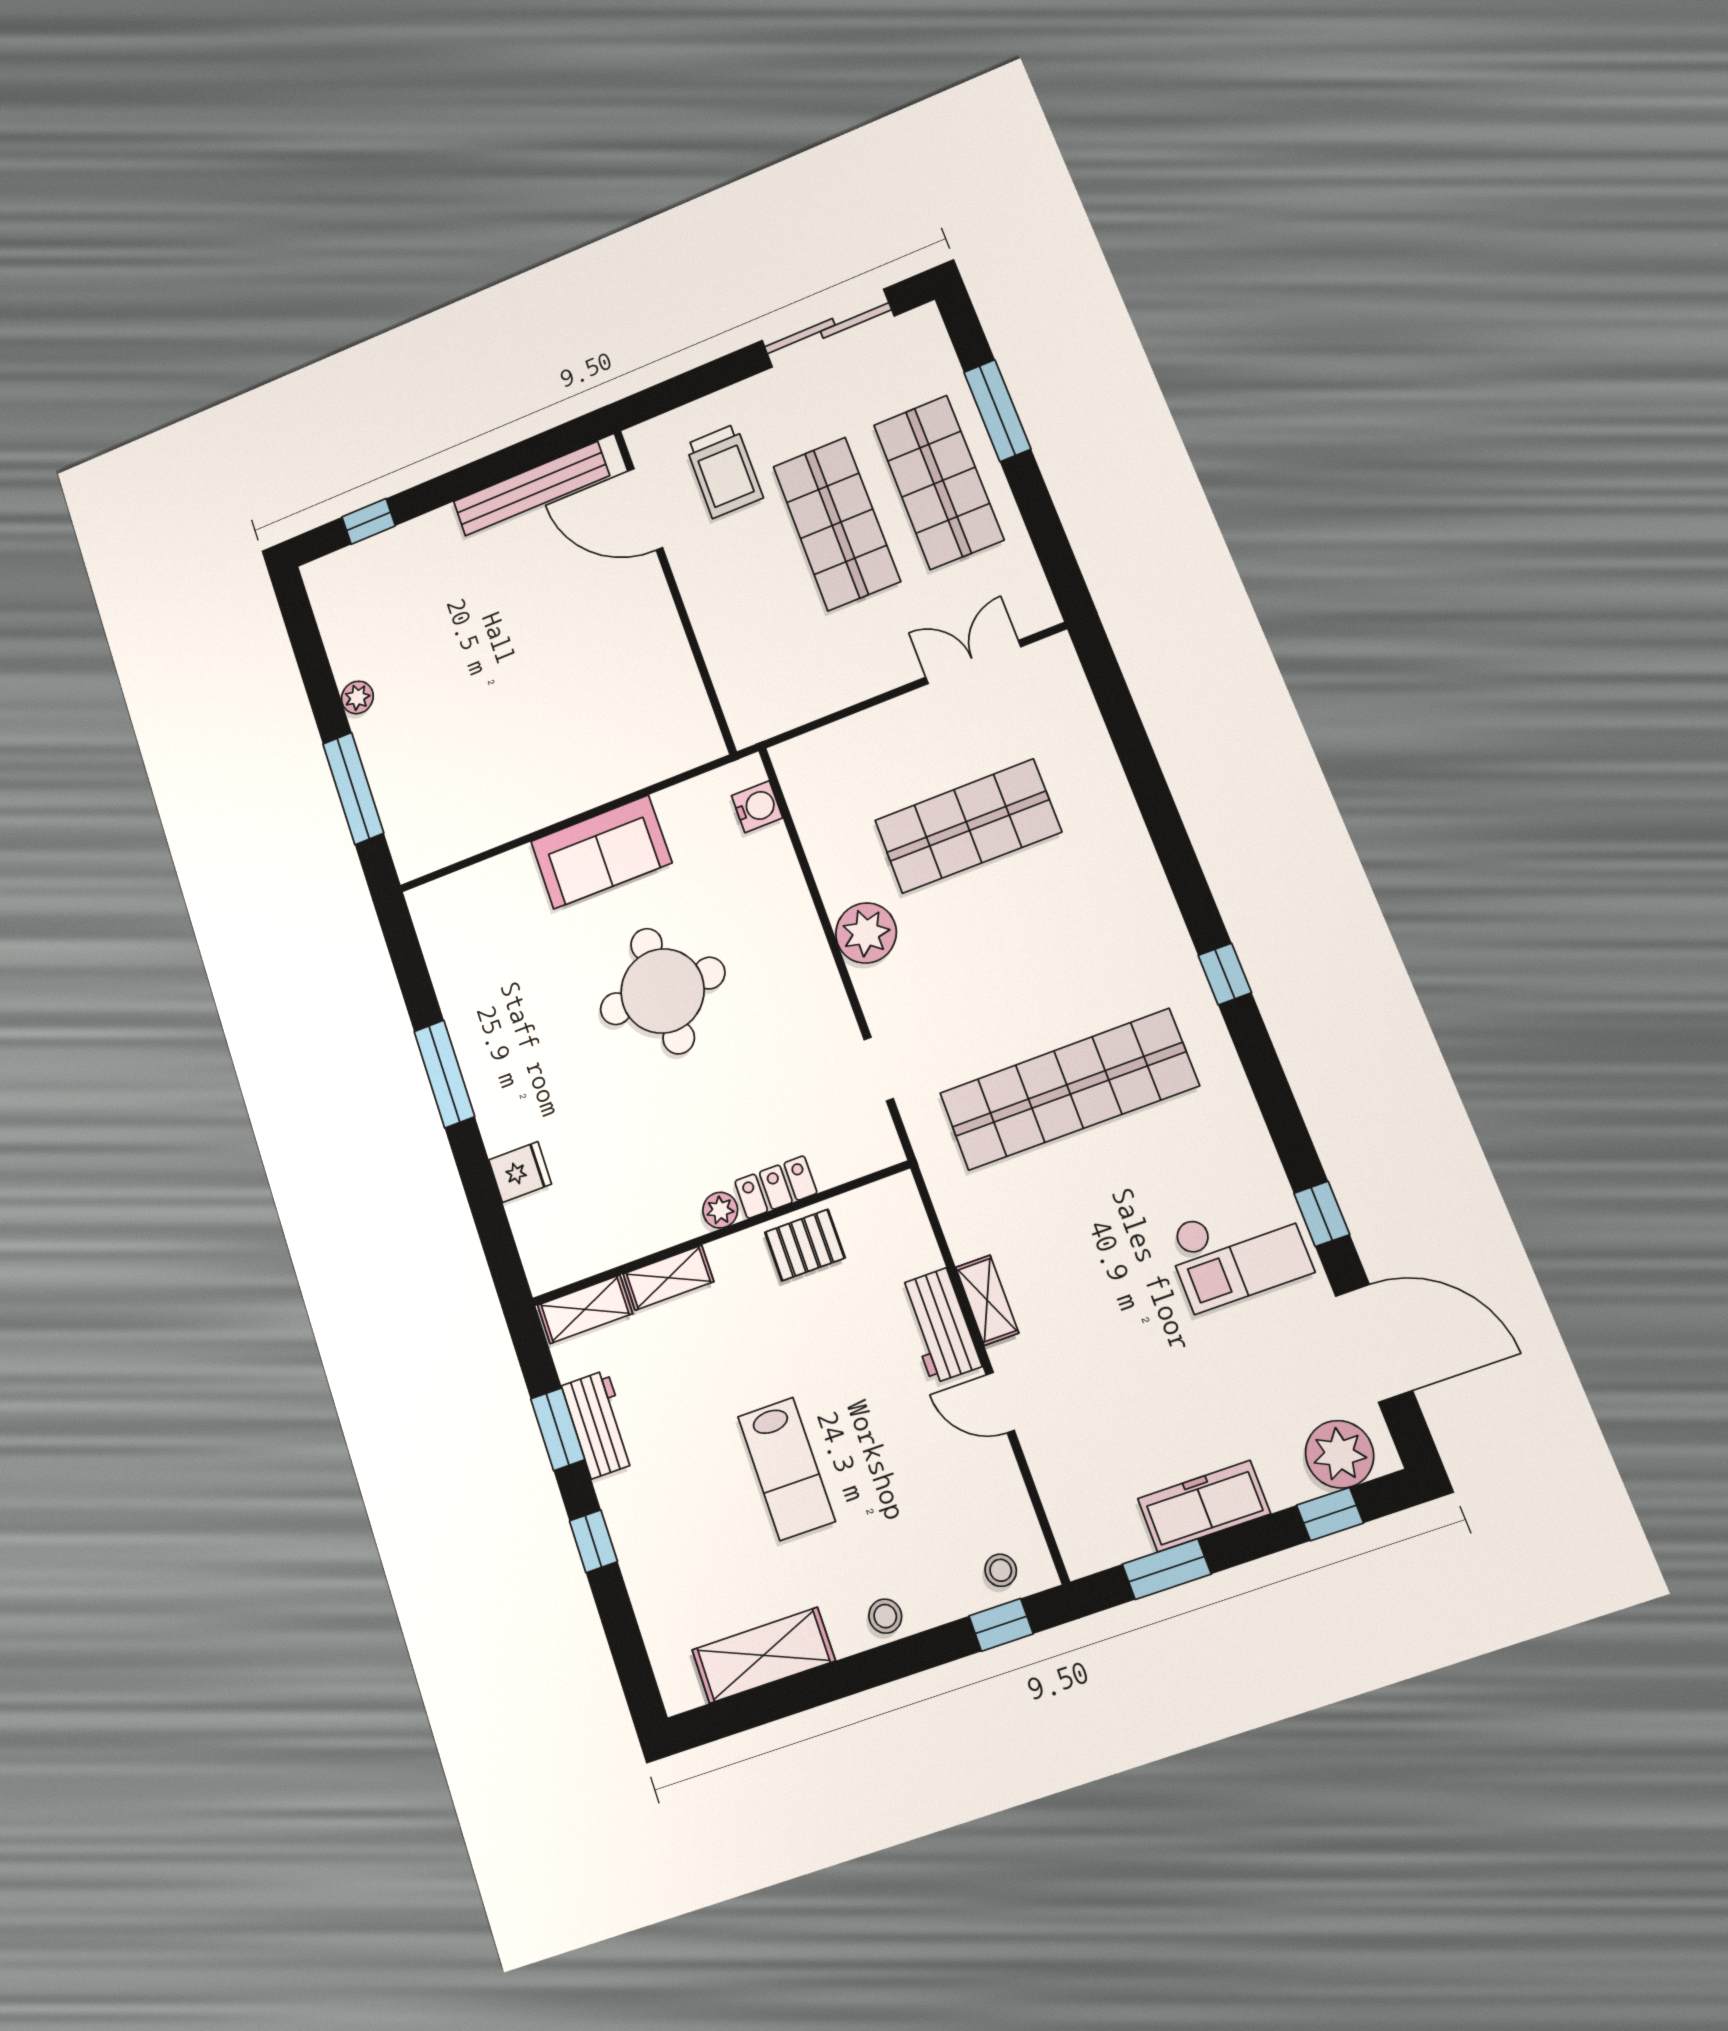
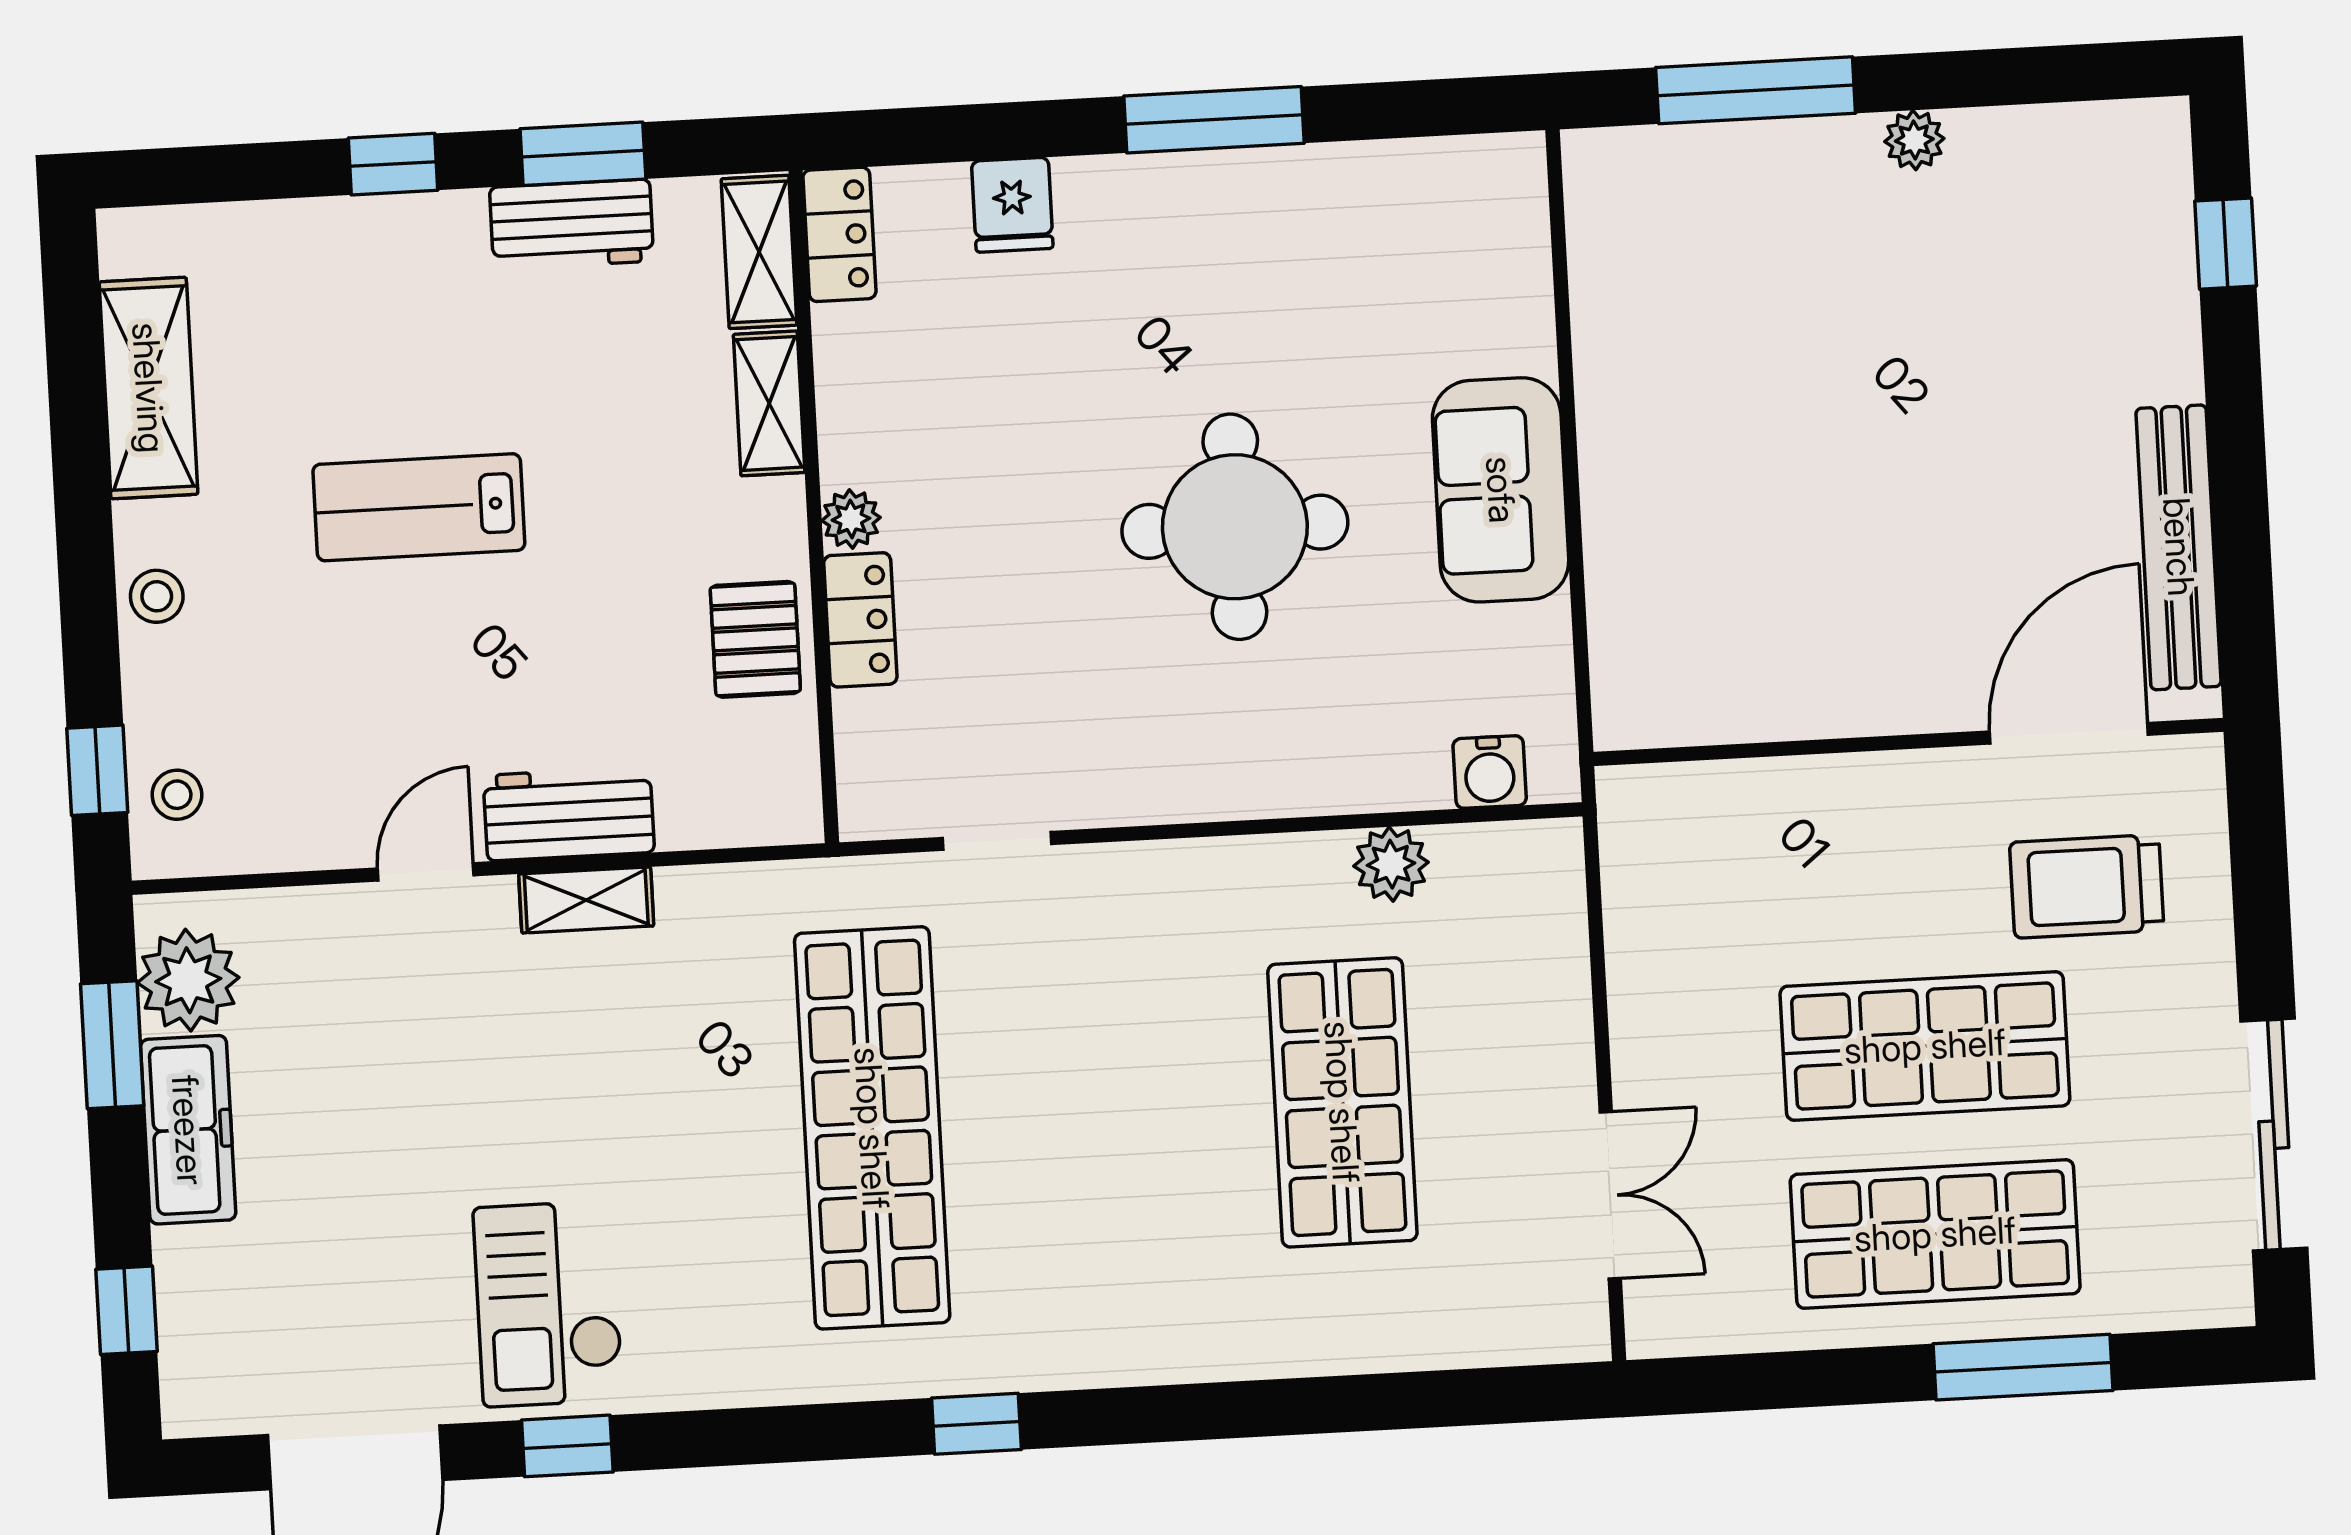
plant: (866, 933) -> (1391, 864), moved, width x0.73, depth x0.73
locker: (563, 1266) -> (839, 234), added
plant: (1340, 1454) -> (188, 980), moved

